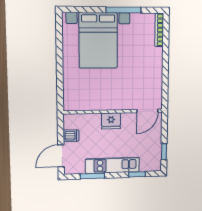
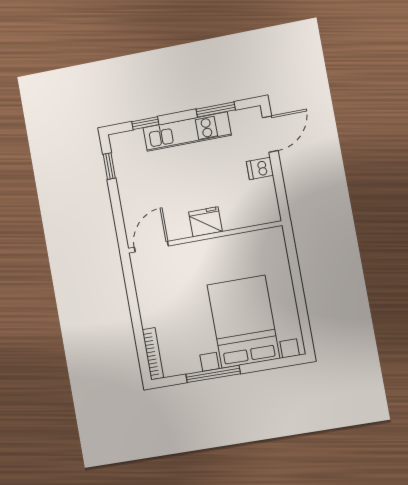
door: (147, 111) -> (151, 247), moved
wall: (113, 112) -> (205, 237), moved
fridge: (111, 121) -> (205, 222), moved

